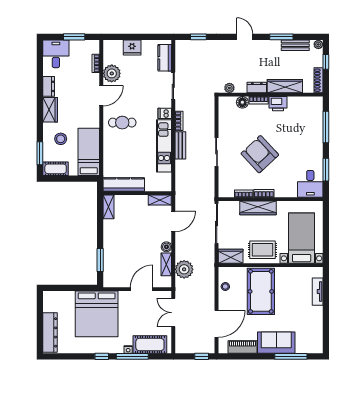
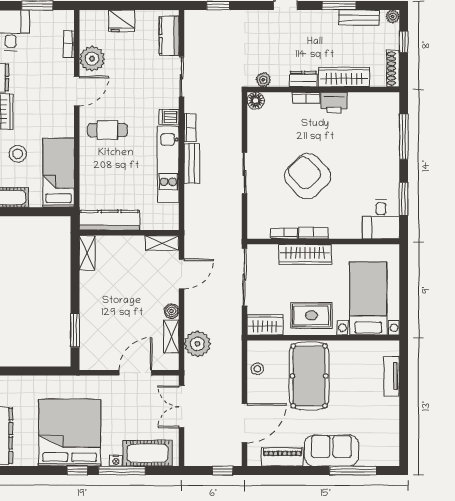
floor lamp: (242, 102) -> (256, 101), moved
bed: (97, 314) -> (70, 433), moved, turned 180

